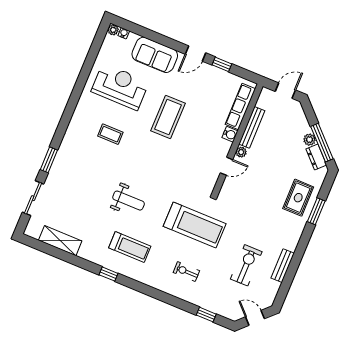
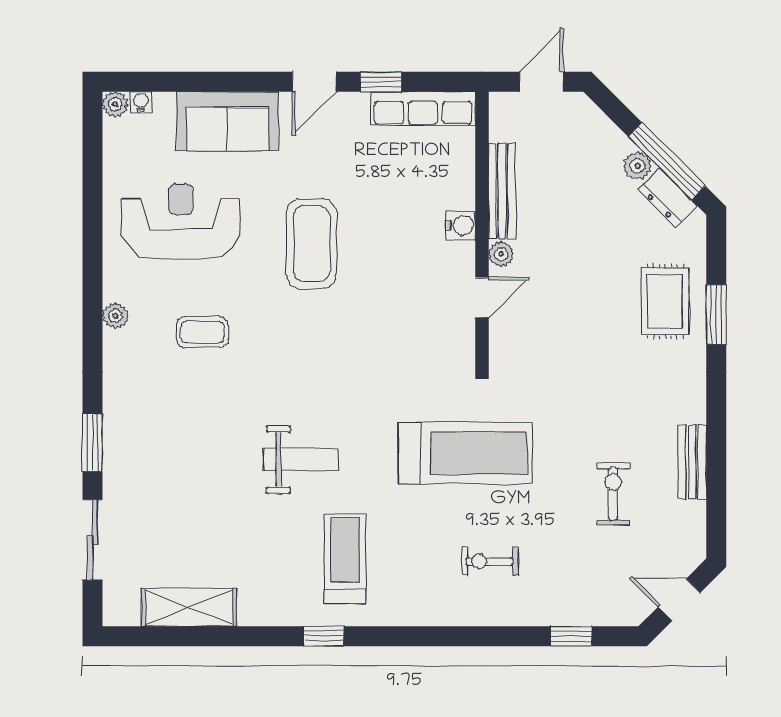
row of seats: (240, 107) -> (423, 109), moved, turned -90
plant: (79, 113) -> (115, 316), added
treadmill: (130, 247) -> (345, 559), turned -90
exercise bike: (246, 265) -> (613, 494), width x0.73, depth x0.72

